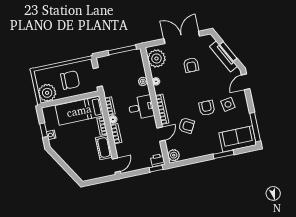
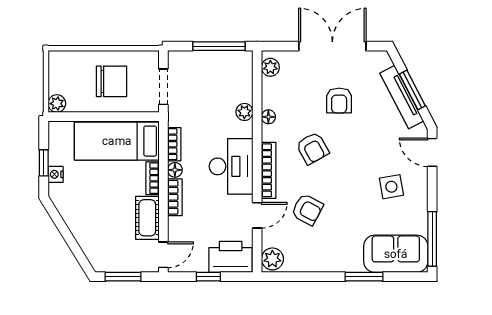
plant: (156, 58) -> (270, 67), width x0.53, depth x0.53
door: (245, 82) -> (432, 152), hinge flipped
plant: (47, 93) -> (57, 104), width x0.53, depth x0.53
desk: (141, 107) -> (231, 166), width x1.37
armchair: (207, 108) -> (313, 148), moved, turned 151
printer: (157, 160) -> (231, 257), width x1.87, depth x1.48
window: (156, 169) -> (208, 277), moved
window: (98, 181) -> (123, 277), added

